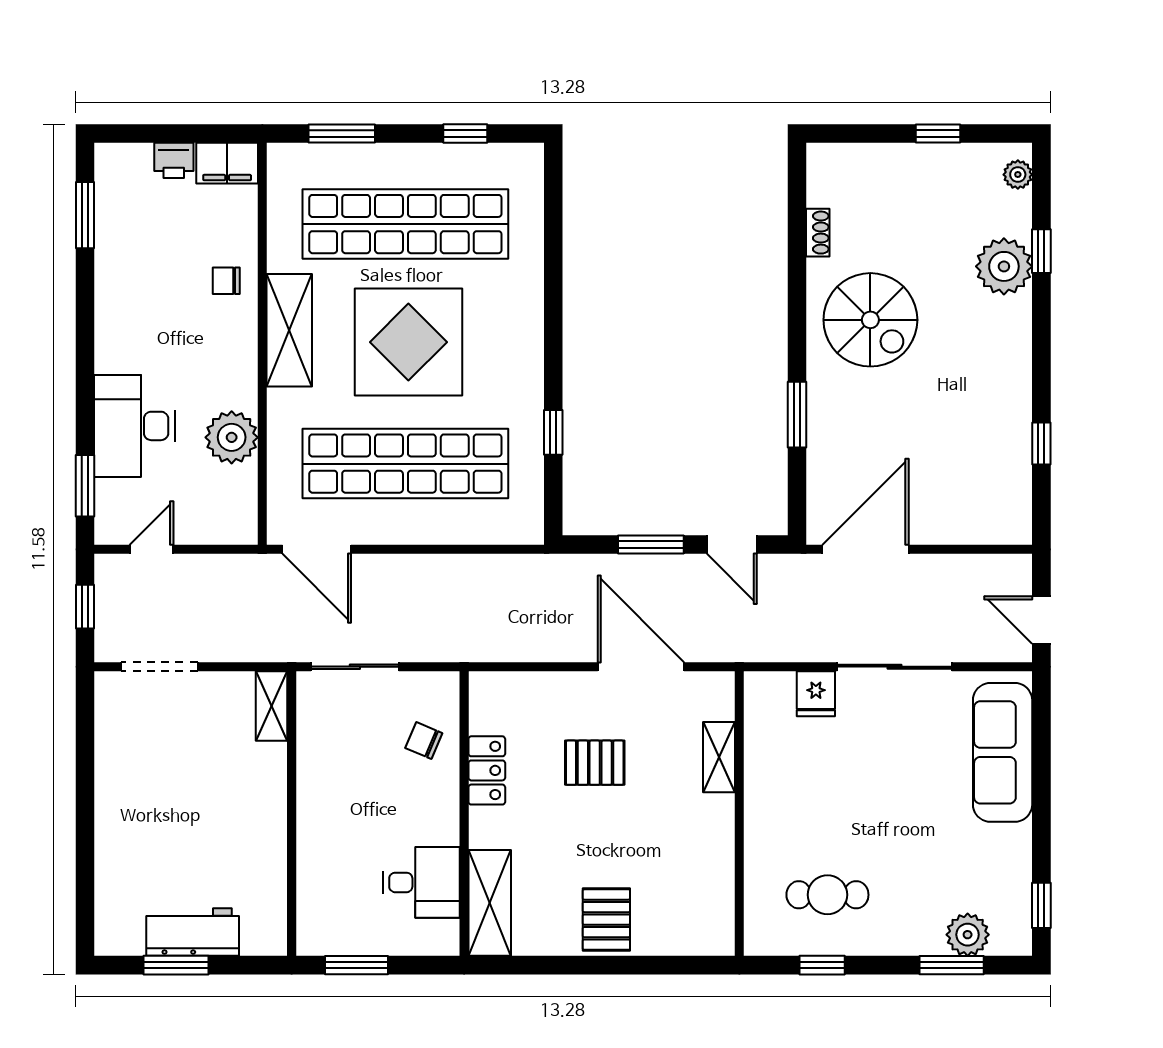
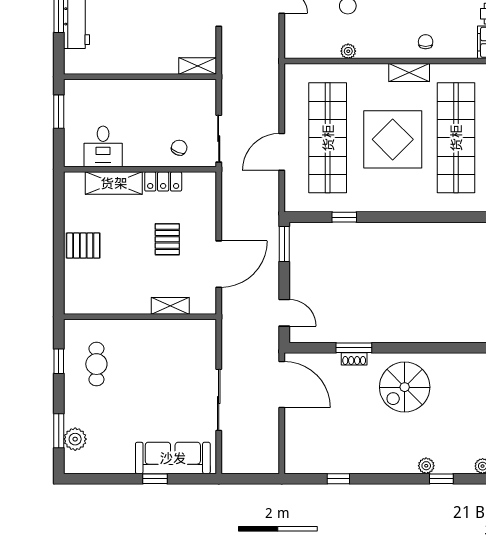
shoe rack: (818, 233) -> (354, 359), moved
plant: (1004, 266) -> (426, 466), width x0.53, depth x0.53
shelving: (289, 330) -> (409, 73), width x0.67, depth x0.75
plant: (232, 437) -> (348, 51), width x0.53, depth x0.53
window: (651, 545) -> (284, 244), moved
door: (732, 545) -> (284, 313), swing flipped
door: (317, 549) -> (282, 152), moved
door: (1041, 620) -> (244, 479), removed
sliding door: (355, 667) -> (219, 139), moved
fridge: (816, 694) -> (204, 358), removed
shelving: (490, 903) -> (114, 183), moved
window: (1041, 905) -> (155, 479), moved

